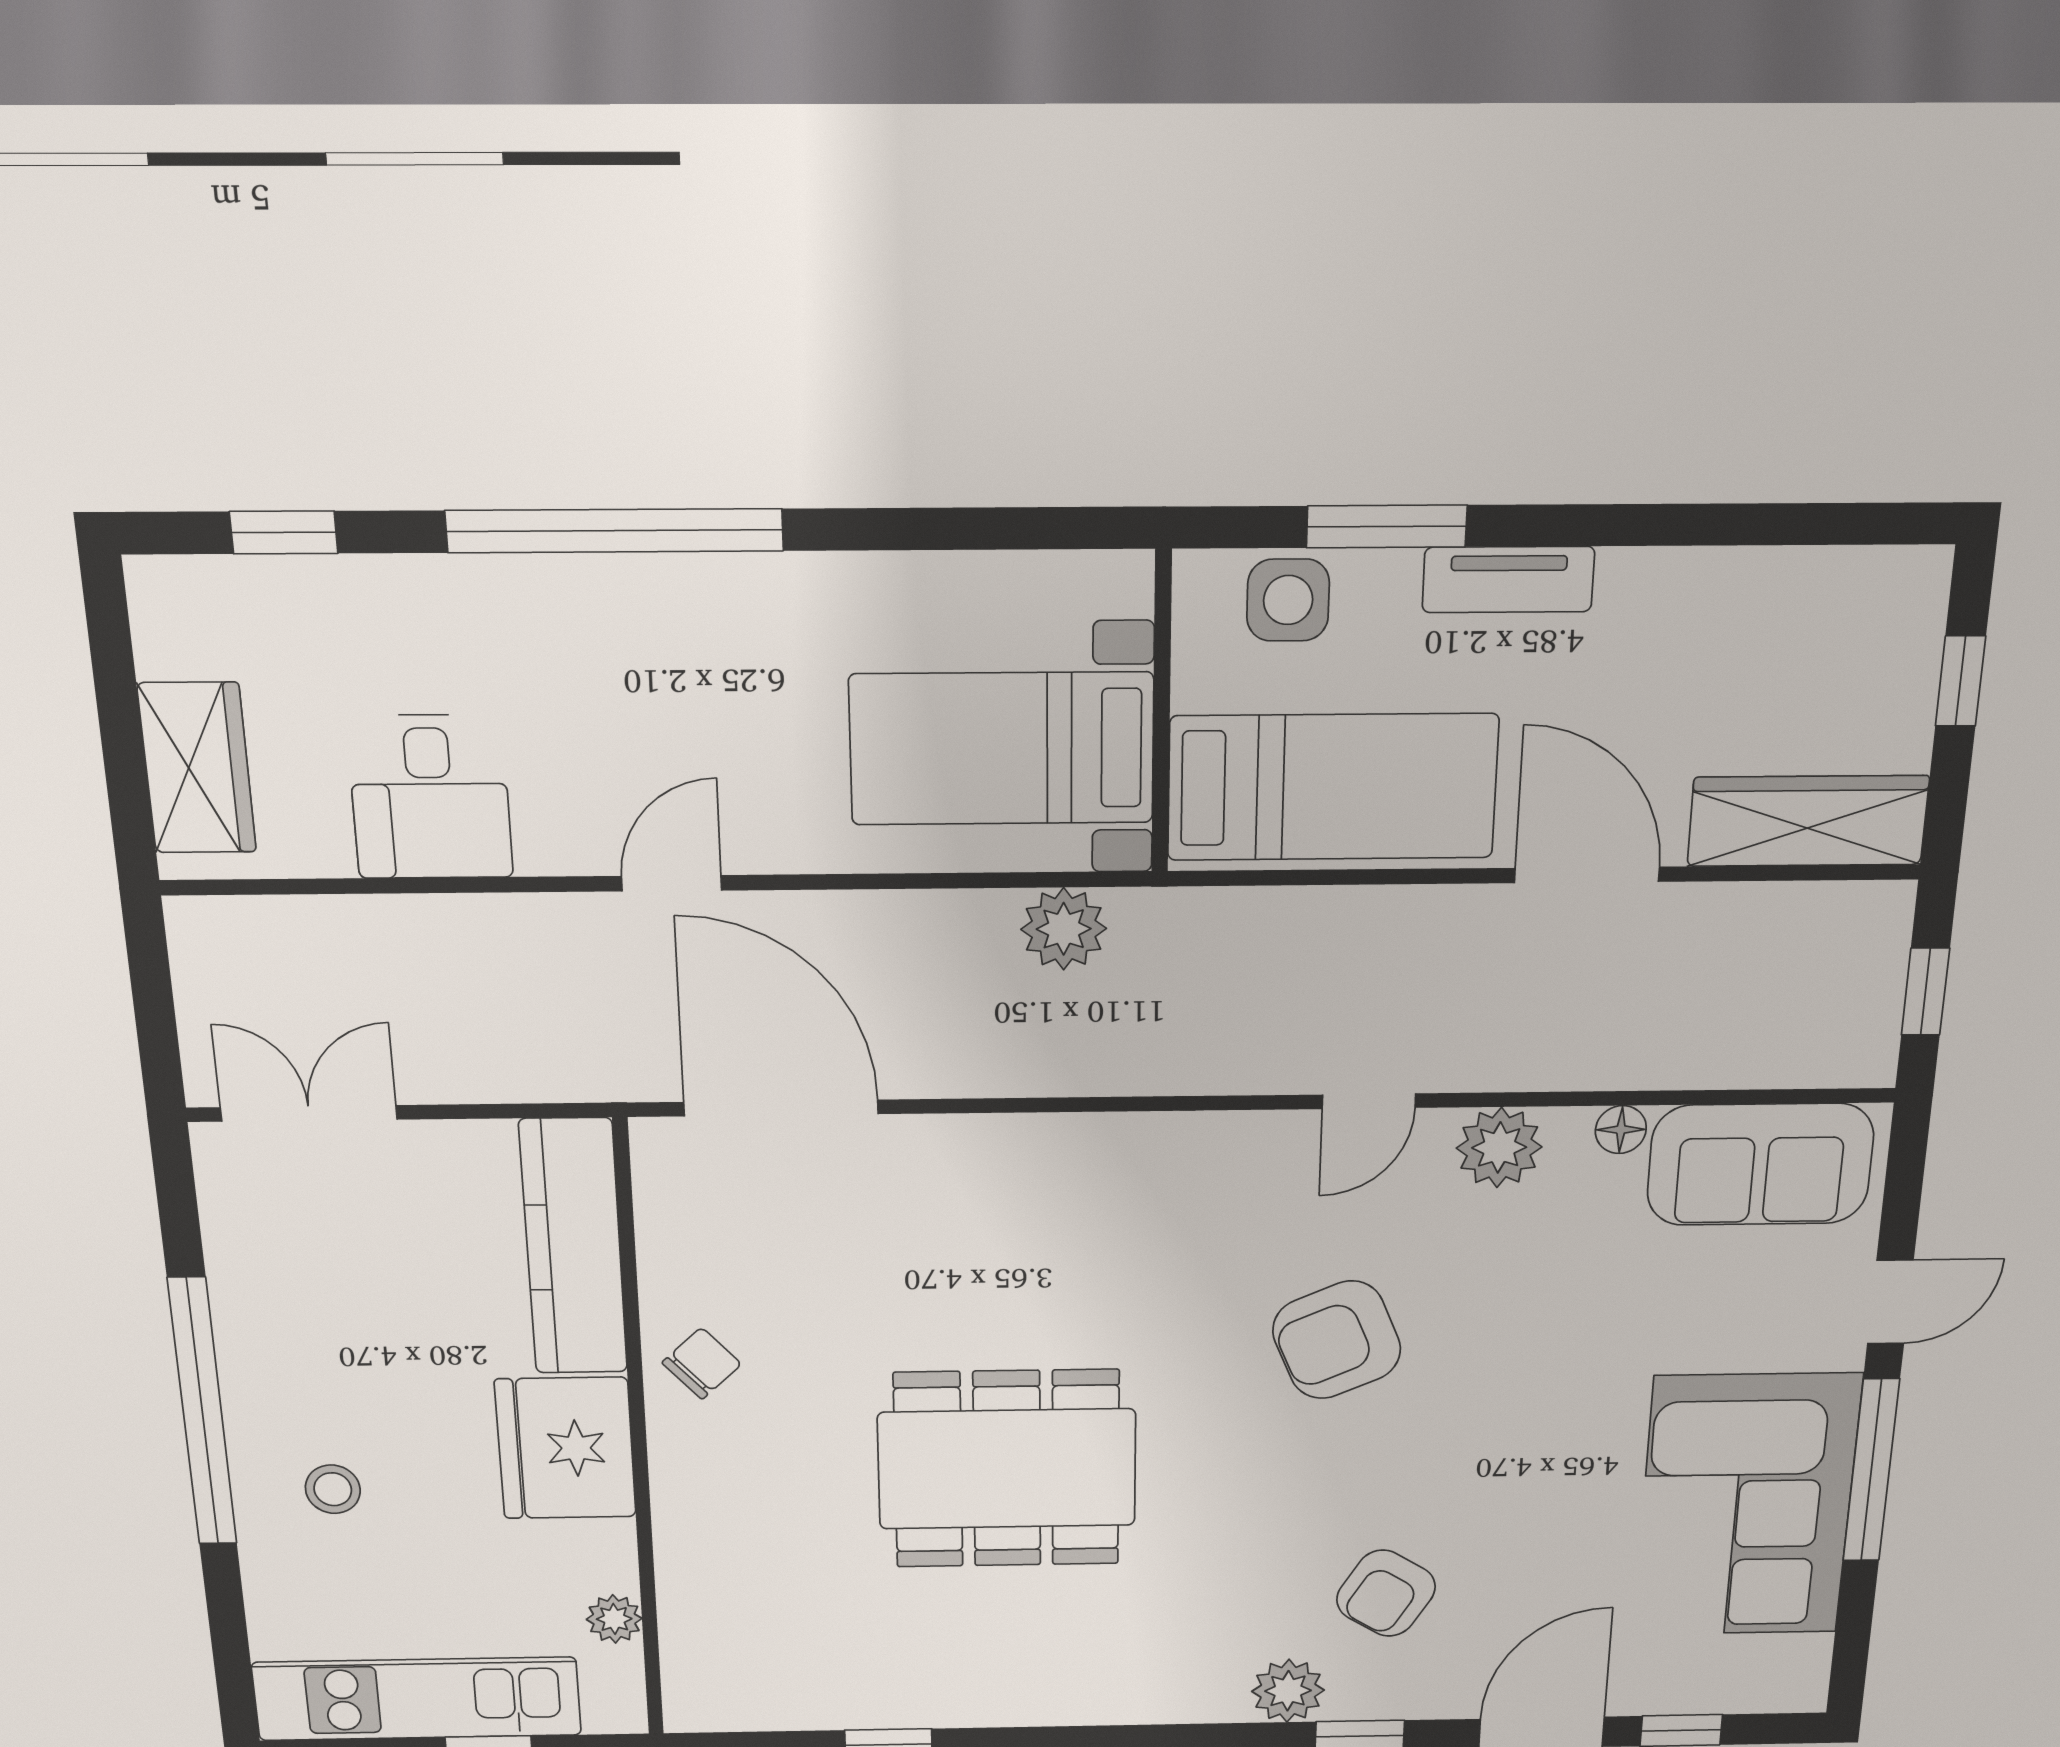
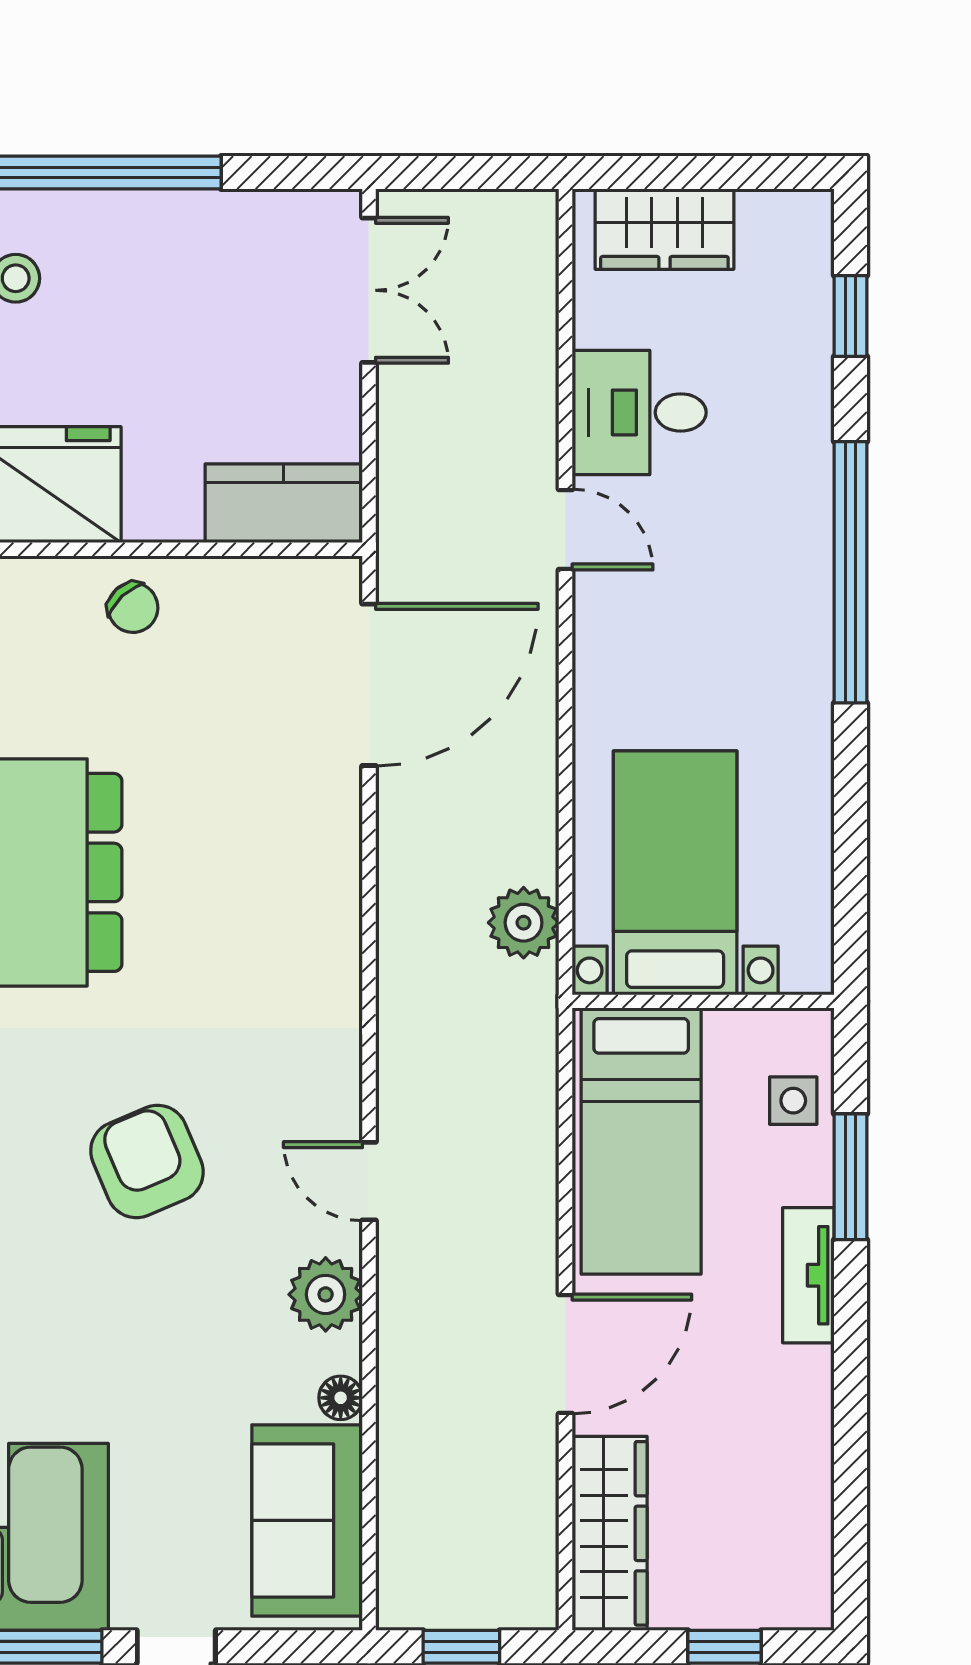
side table: (1288, 600) -> (793, 1101), width x0.73, depth x0.73
door: (672, 883) -> (566, 529), moved
kitchen counter: (573, 1247) -> (284, 503), width x0.67

